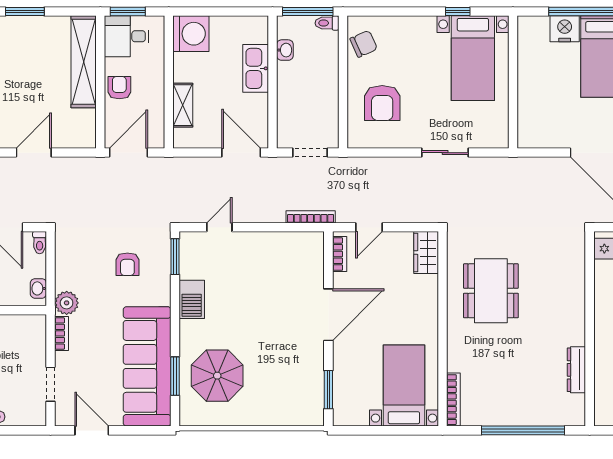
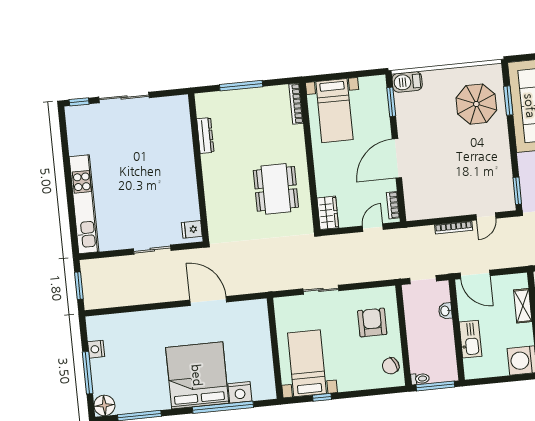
washbasin: (285, 50) -> (445, 311), moved
bookcase: (311, 217) -> (454, 228), moved
barbecue: (192, 299) -> (407, 82), moved, turned -90
window: (523, 430) -> (241, 86), width x0.68

